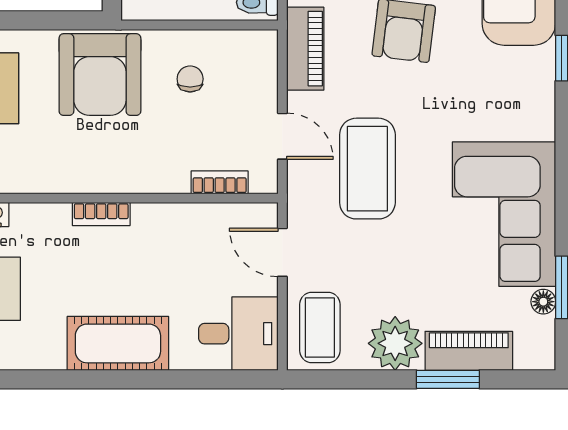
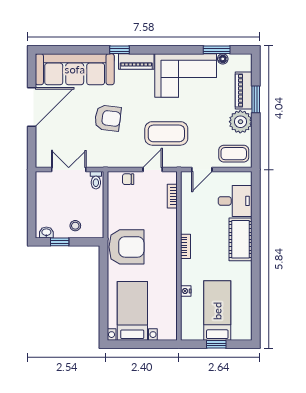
piano: (305, 49) -> (136, 61), moved, turned 180
chair: (190, 79) -> (128, 179), moved
desk: (238, 334) -> (235, 201), moved, turned 90

